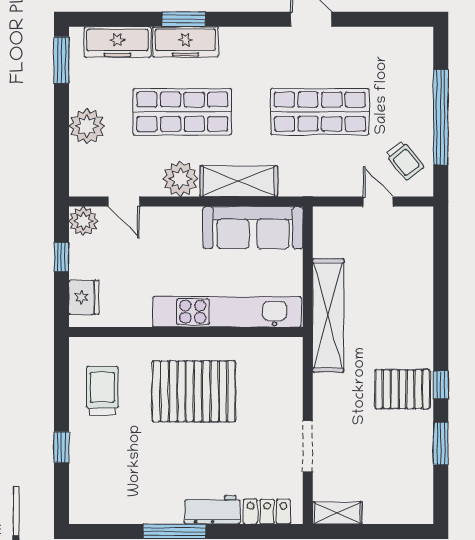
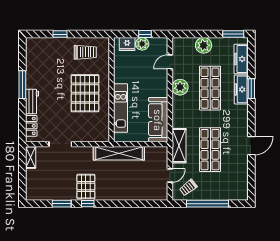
shelving: (239, 181) -> (179, 146), moved
plant: (83, 221) -> (142, 44), moved
kitchen unit: (227, 312) -> (121, 108), width x0.73

